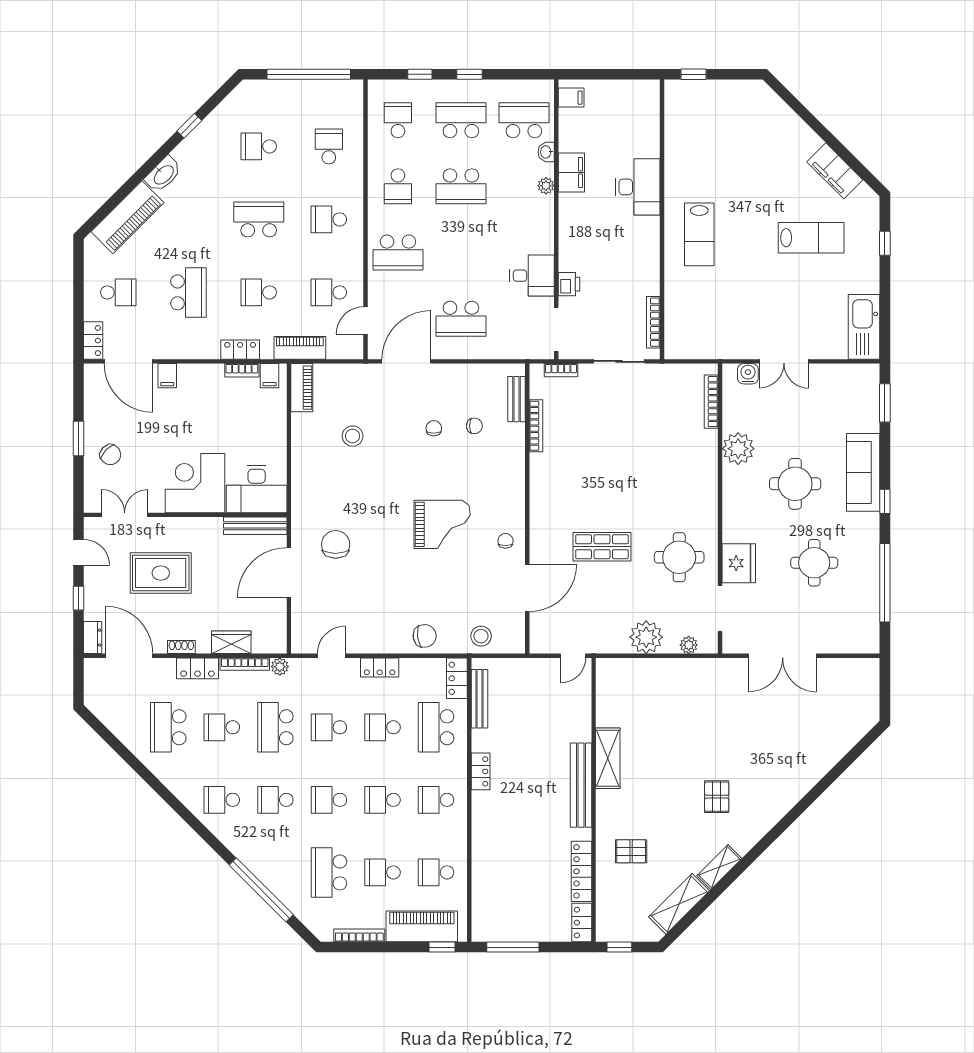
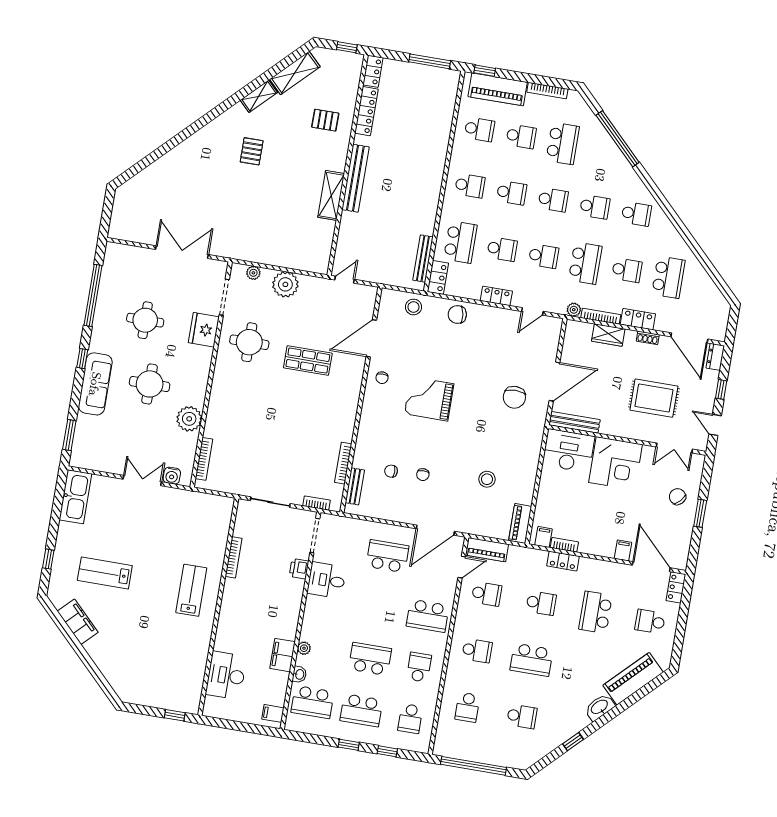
desk: (638, 187) -> (226, 675), moved
school desk: (398, 253) -> (428, 616), turned 180
bookcase: (653, 322) -> (234, 557), moved
piano: (300, 348) -> (487, 550), moved
locker: (481, 771) -> (432, 202), removed

